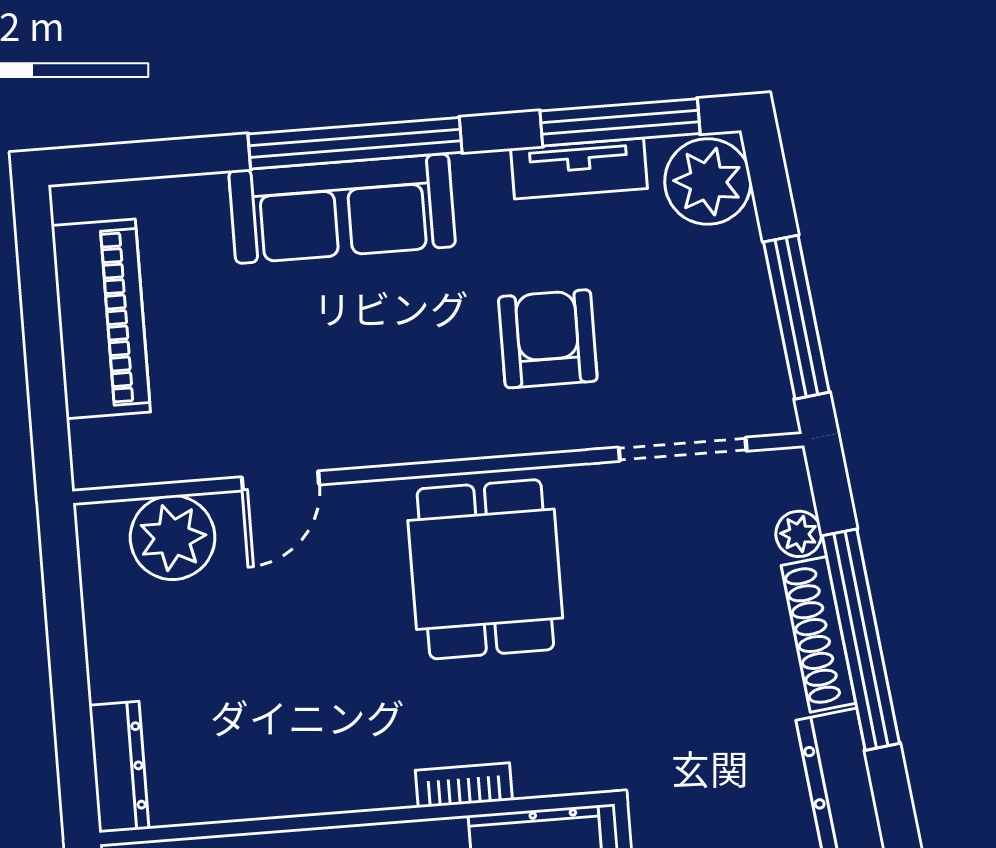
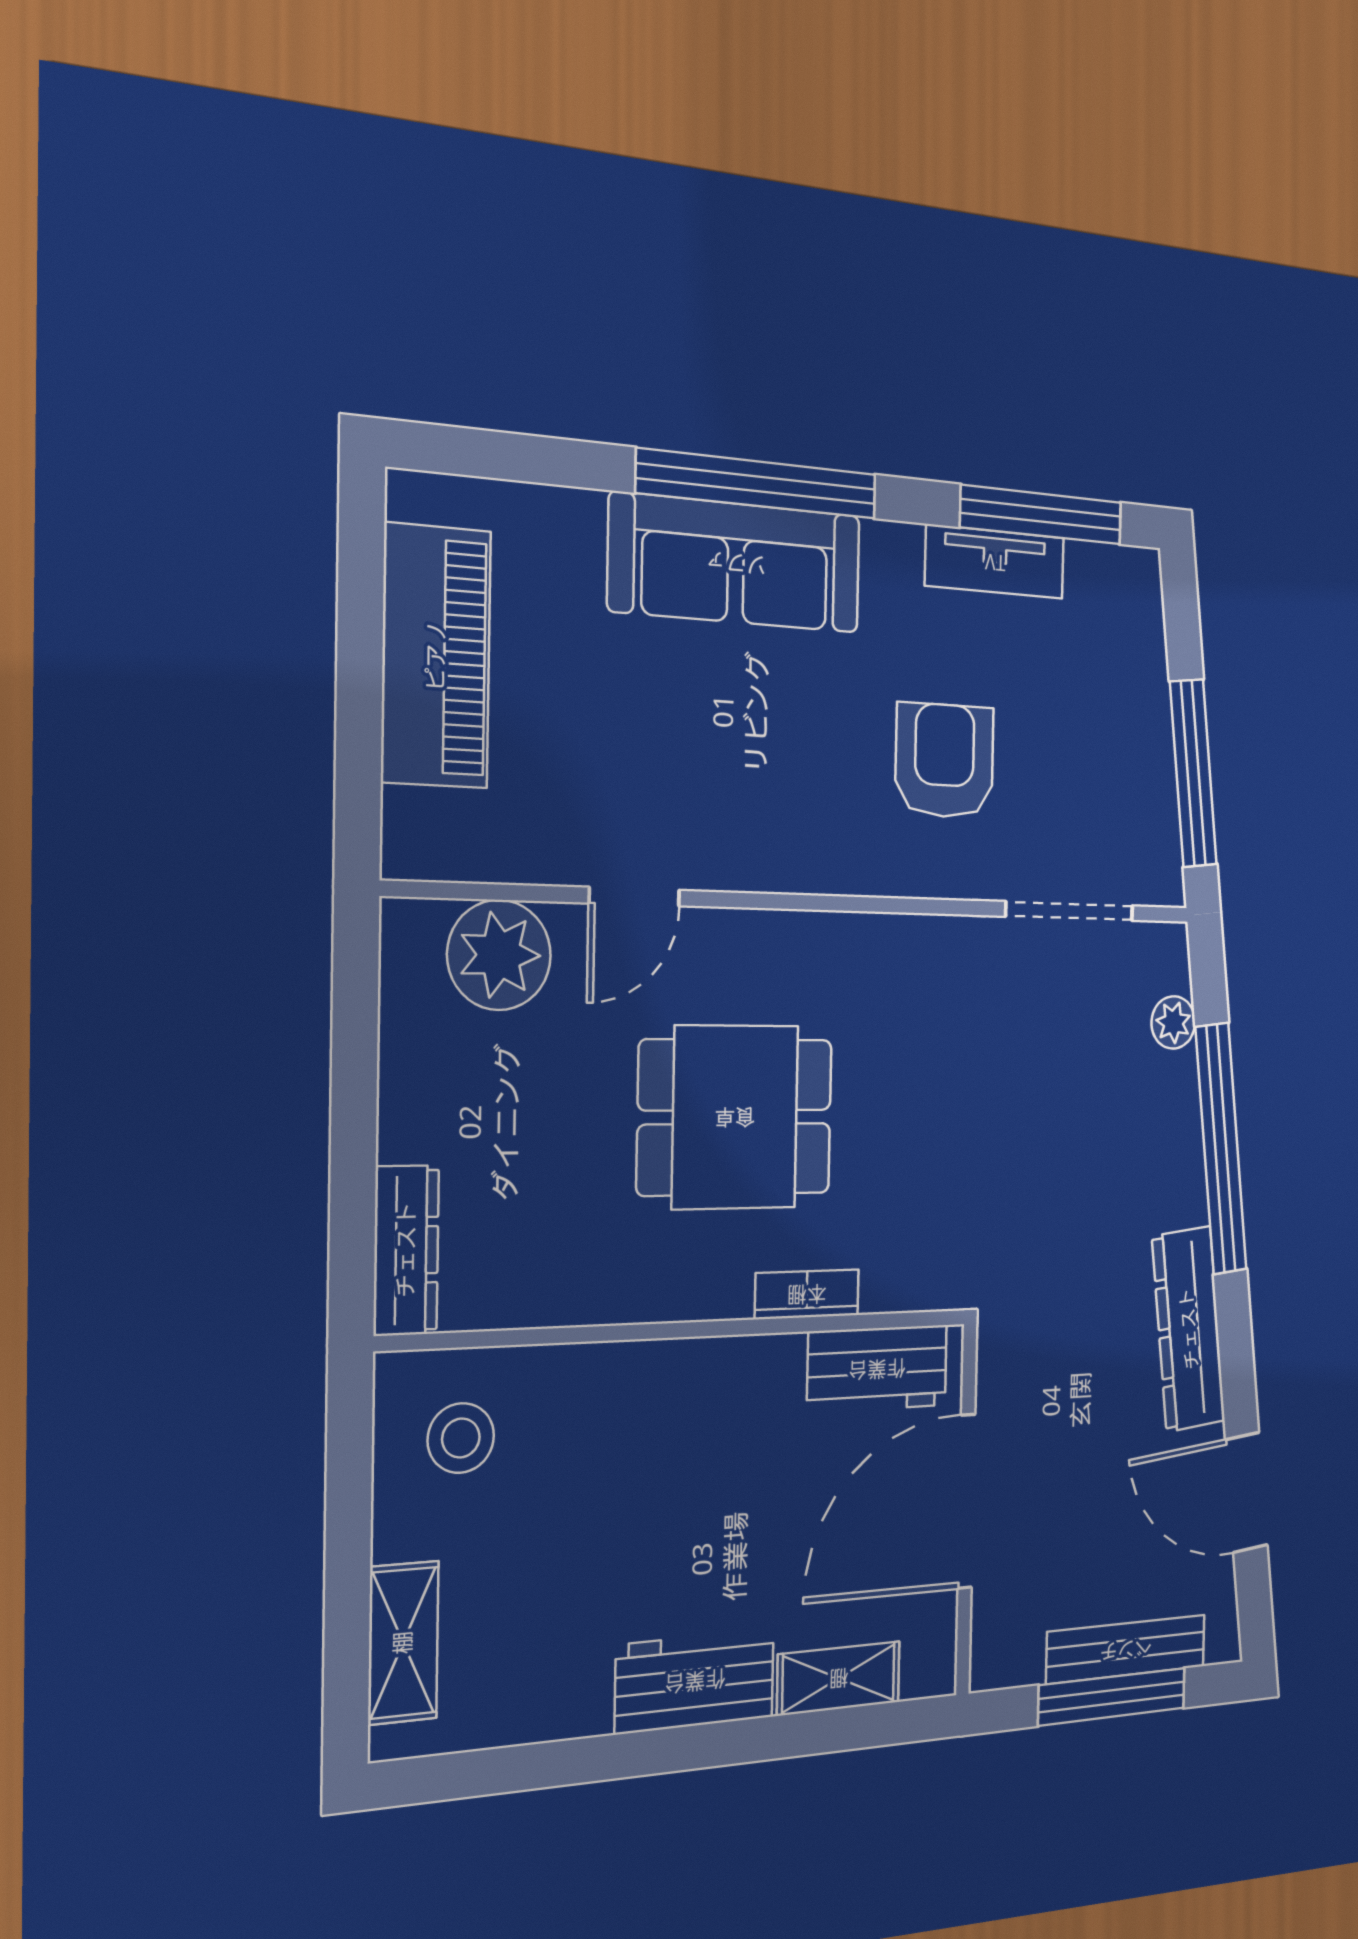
plant: (708, 181) -> (1122, 601), removed
dining table: (485, 569) -> (735, 1117), moved, turned 90
shoe rack: (819, 634) -> (1182, 1139), removed

